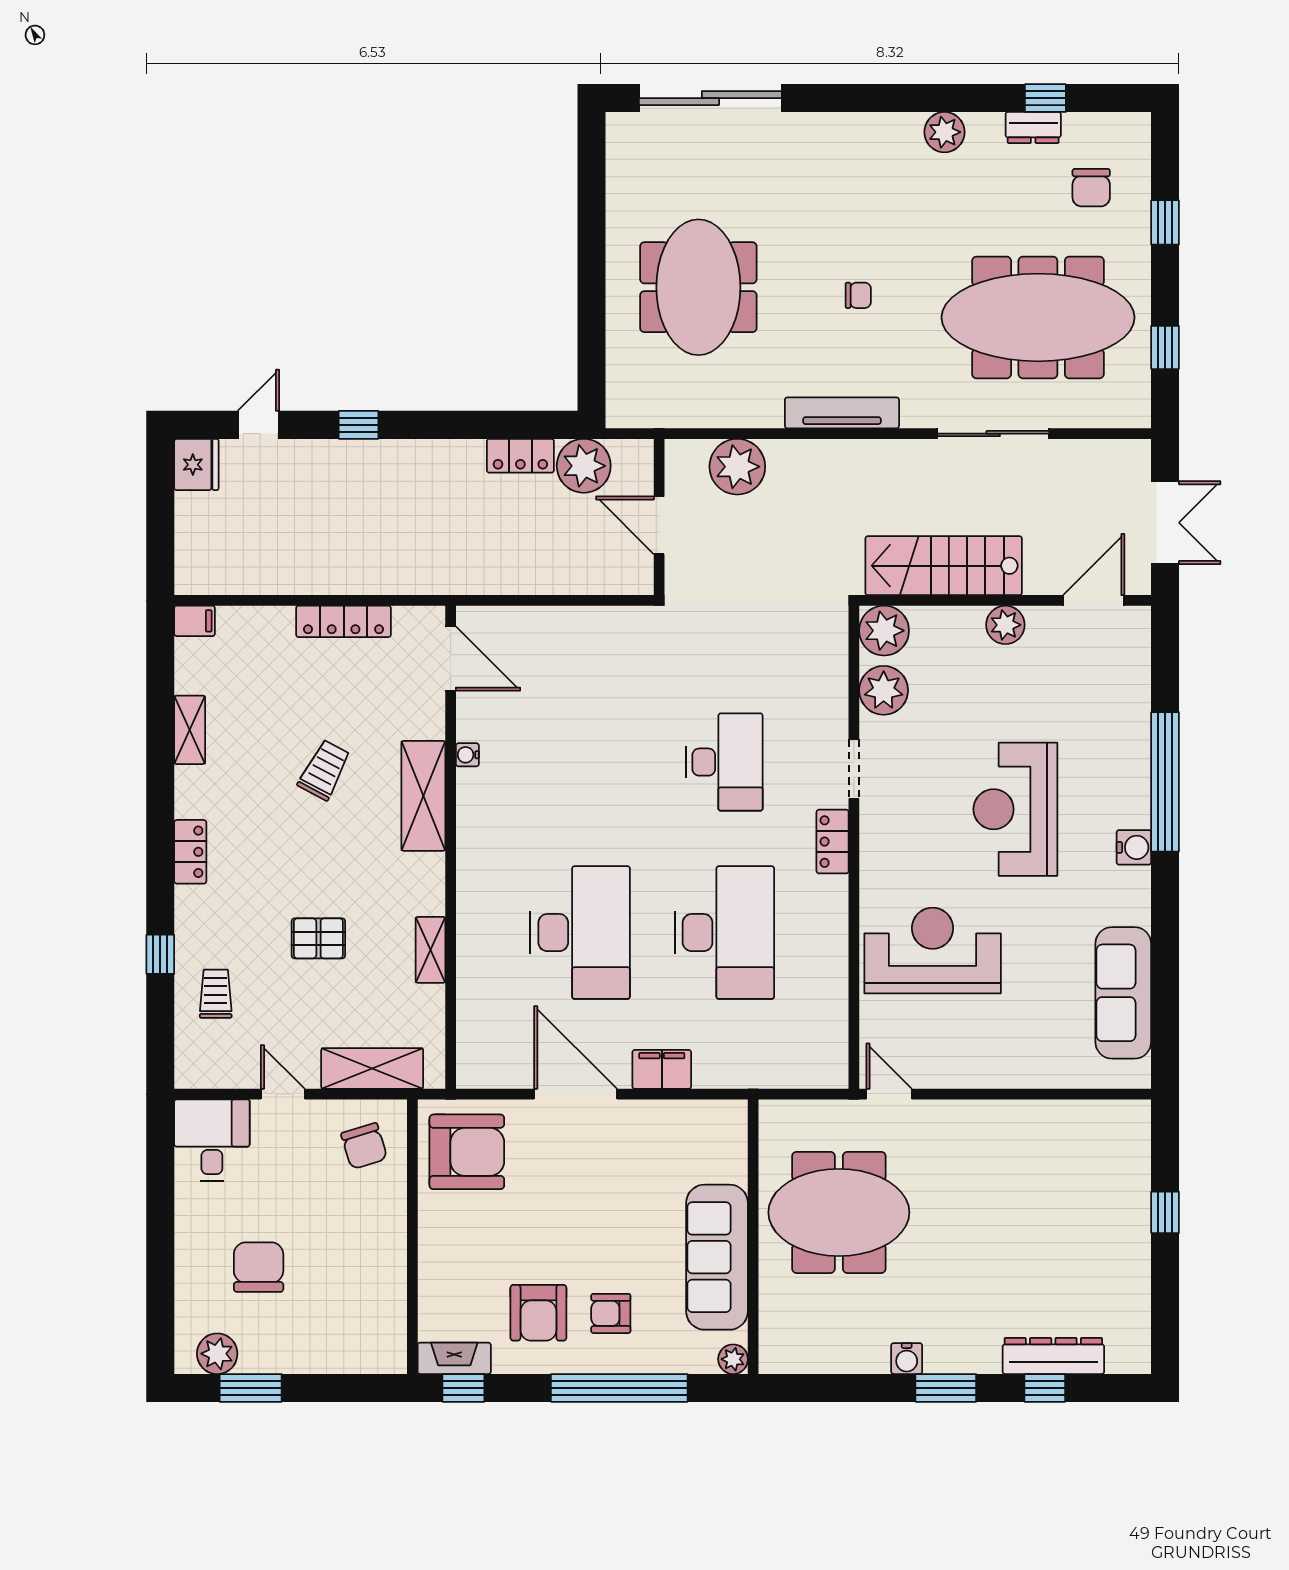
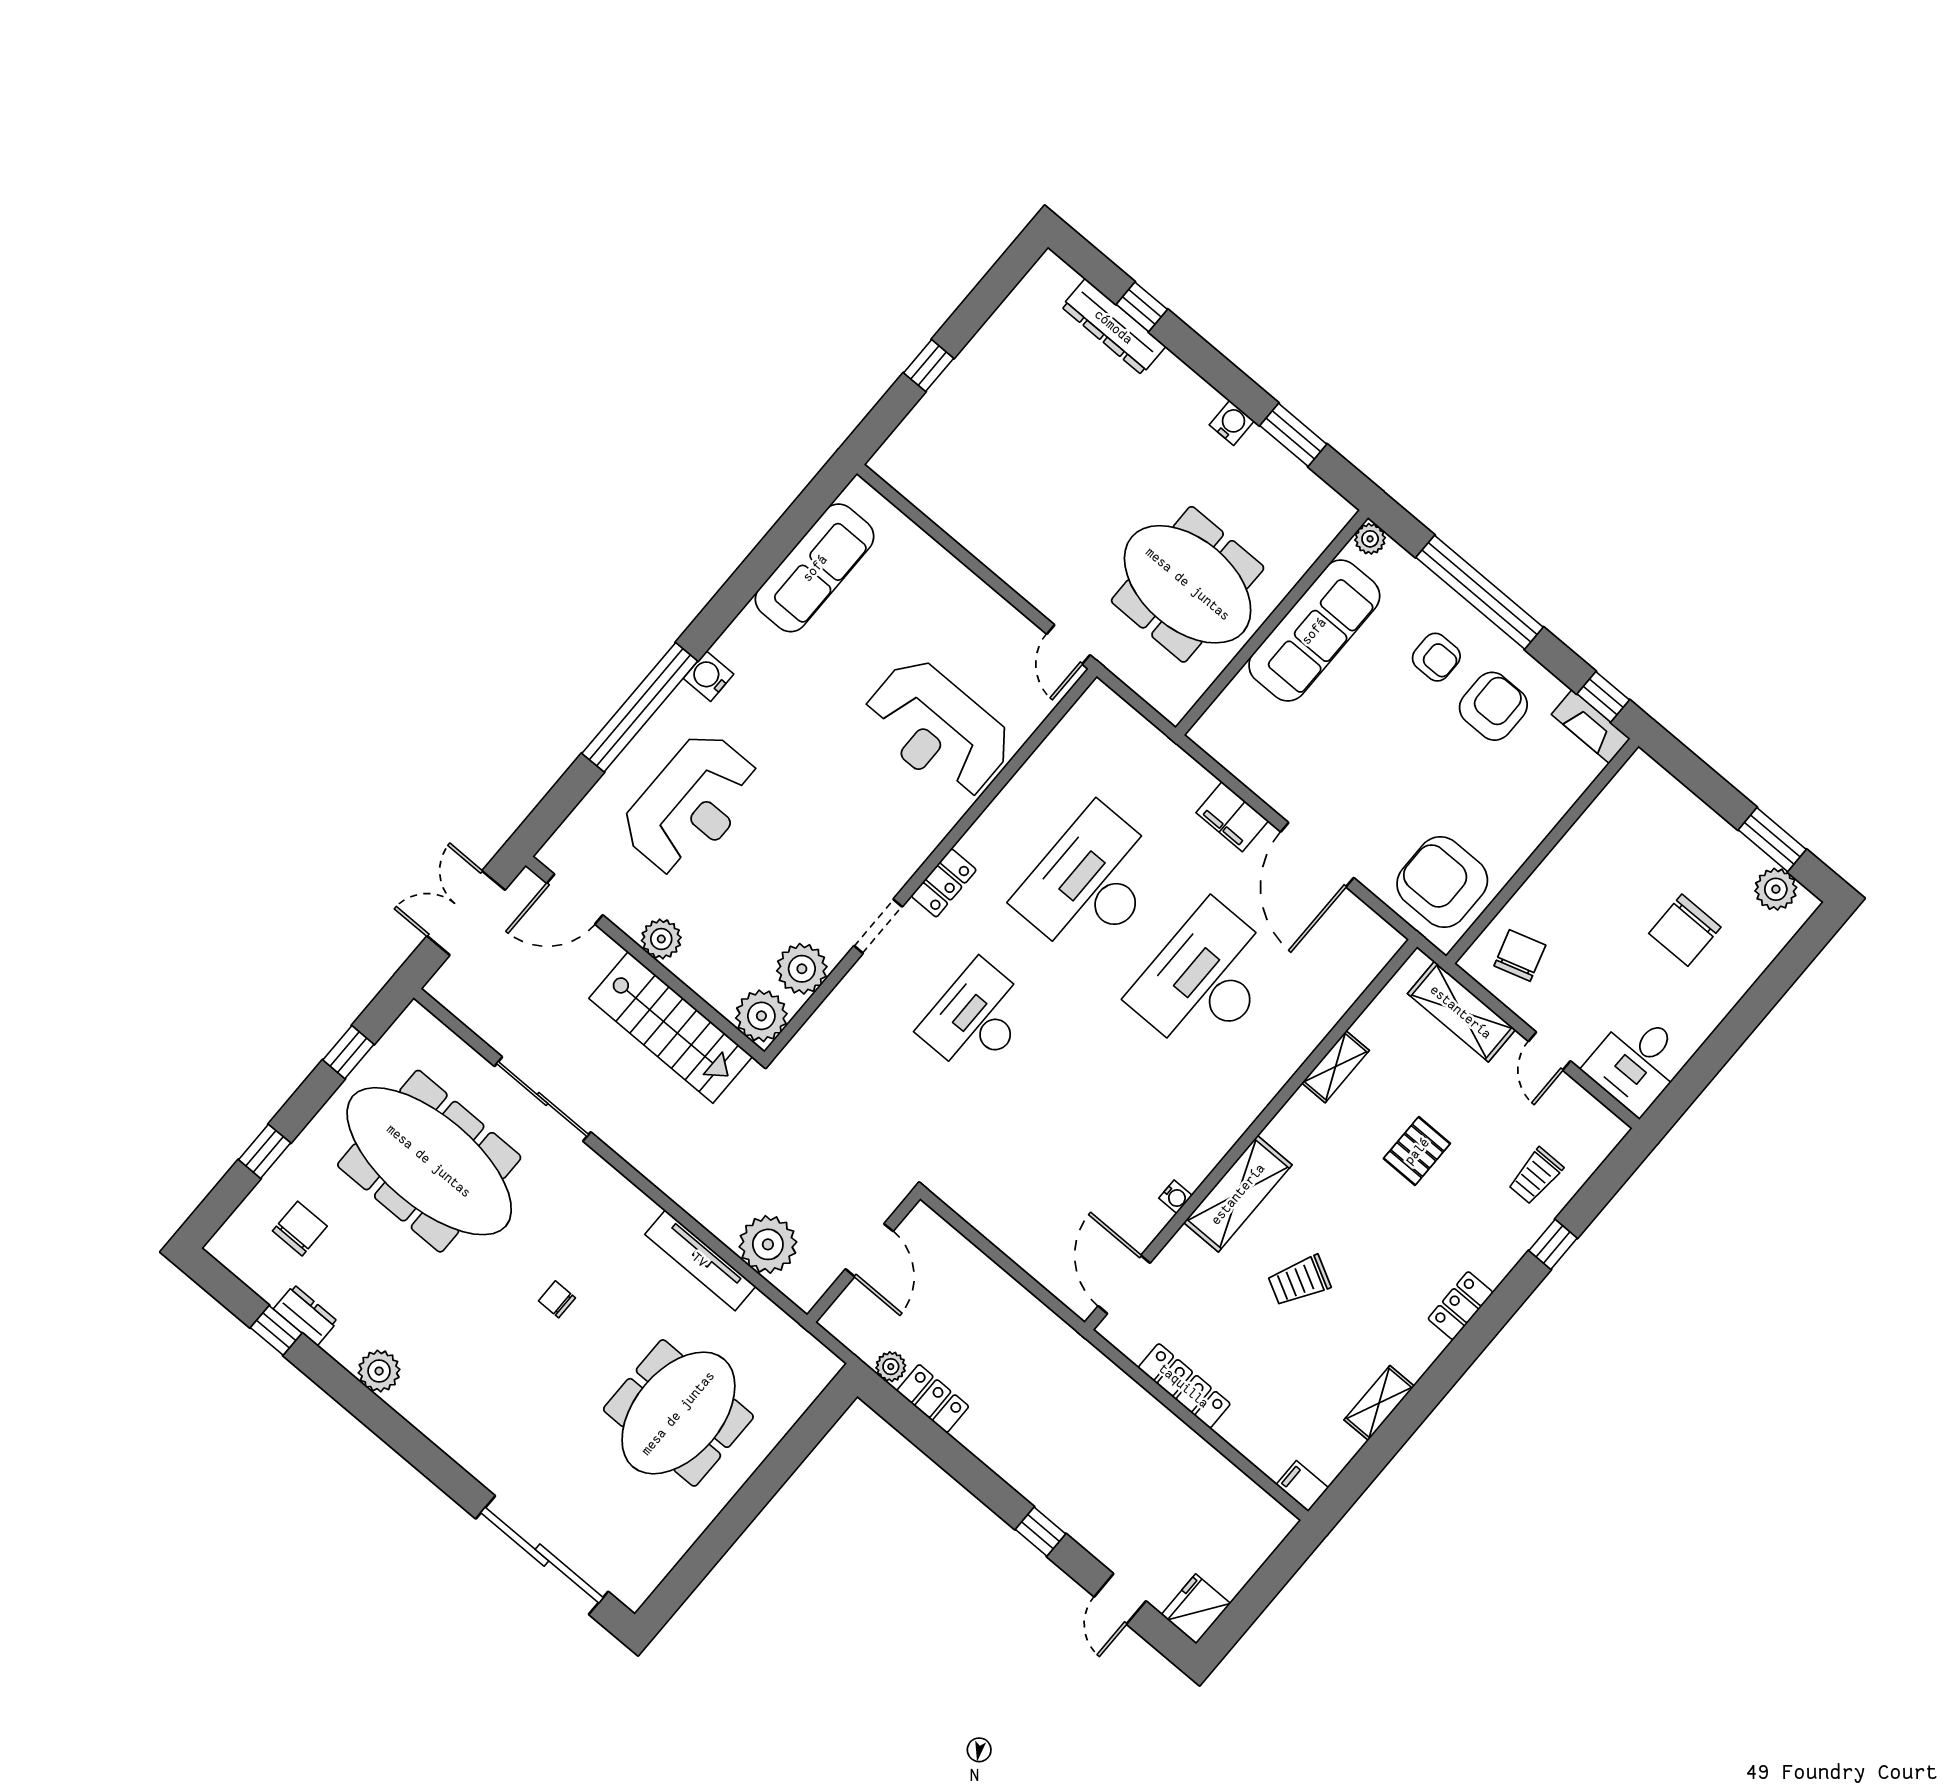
tv unit: (842, 413) -> (700, 1260), moved
door: (258, 425) -> (1120, 1599), hinge flipped
plant: (584, 466) -> (891, 1367), width x0.53, depth x0.53
reception desk: (1015, 809) -> (691, 804), moved
pallet: (318, 938) -> (1417, 1151), turned 90
window: (946, 1388) -> (1293, 435), moved

